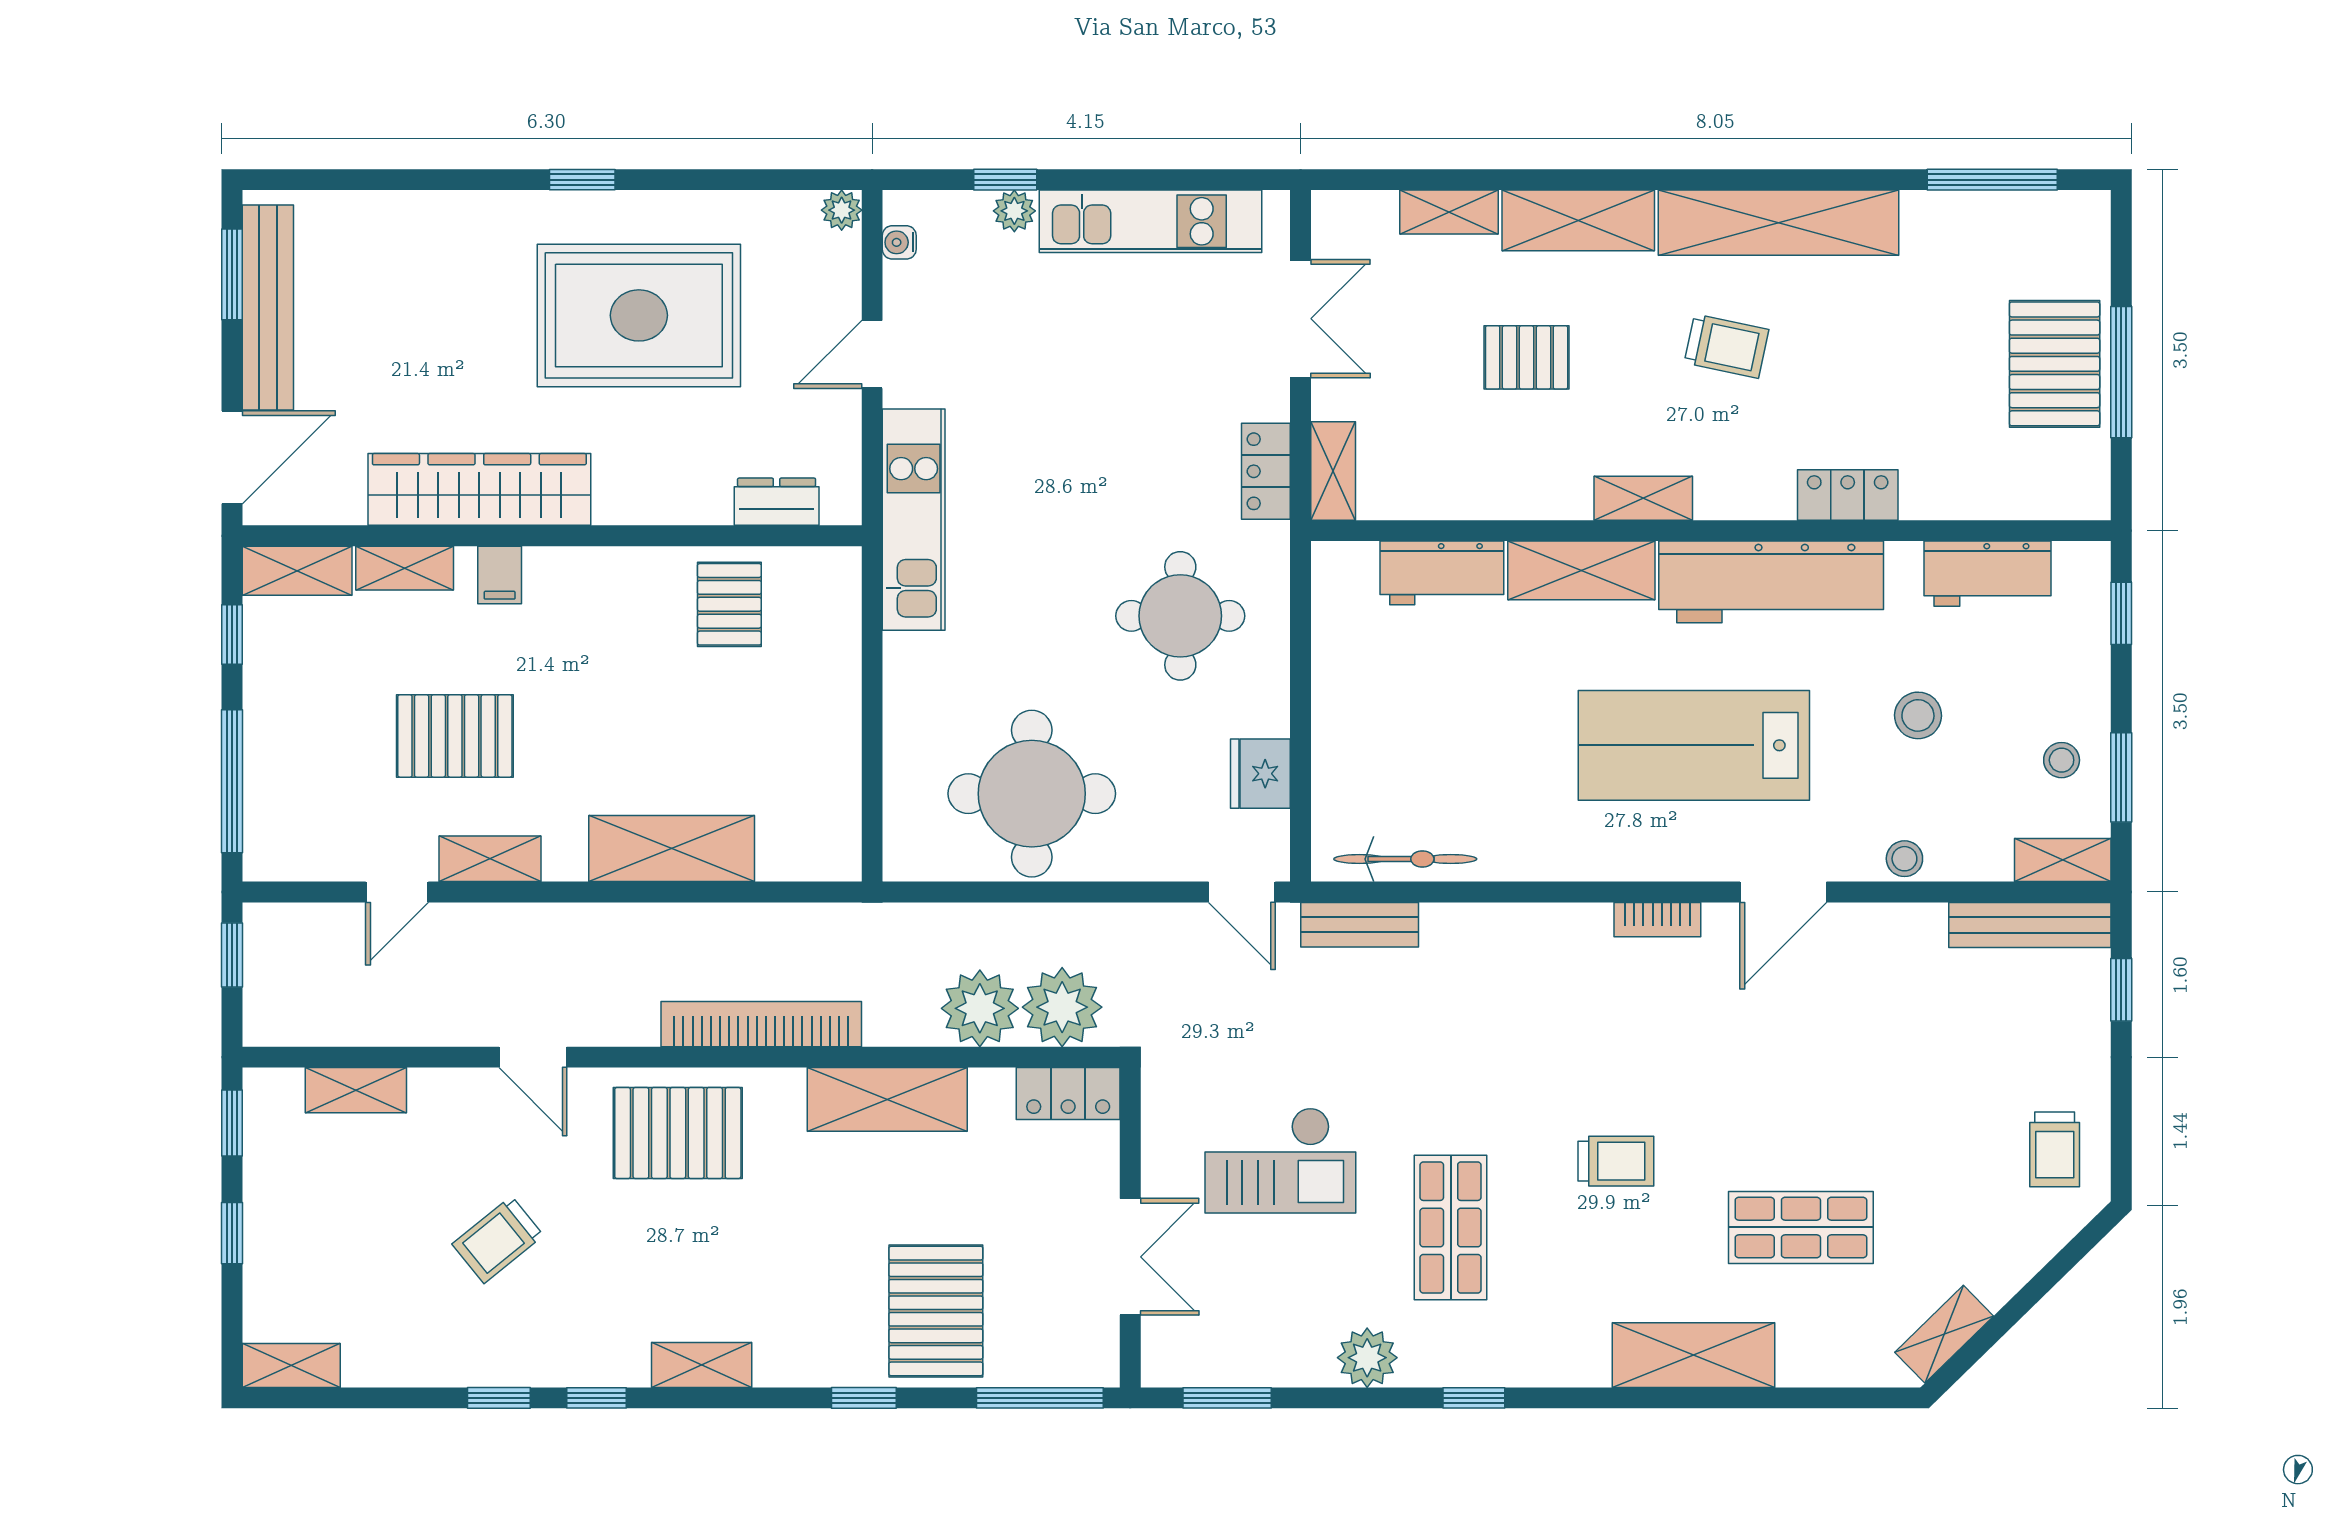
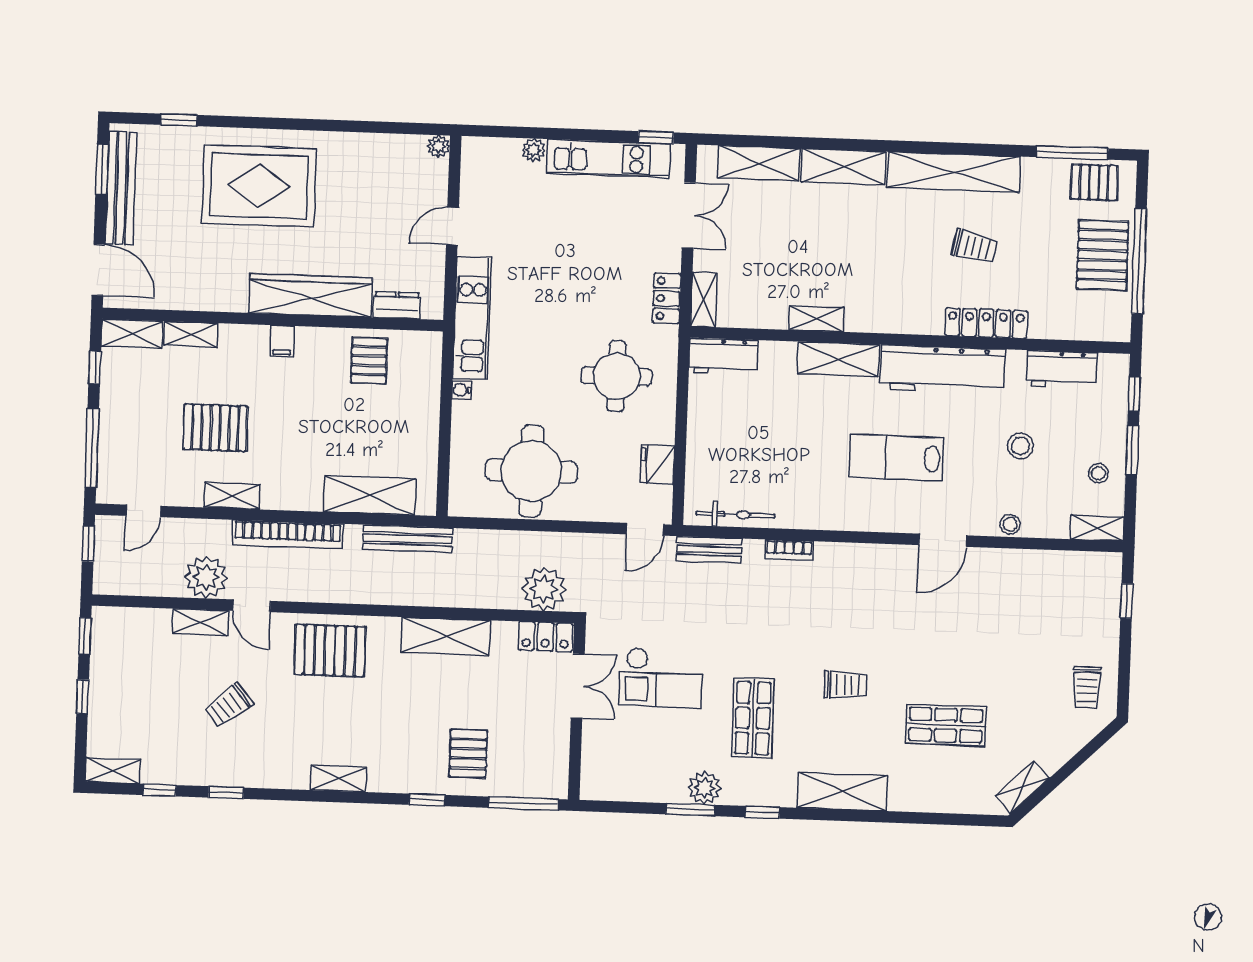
window: (582, 180) -> (179, 120), moved
window: (1005, 180) -> (656, 137), moved
shelving: (1449, 212) -> (759, 163), width x1.50, depth x1.33
water cooler: (899, 242) -> (461, 390), moved
rug: (639, 315) -> (259, 186), moved
trolley: (1727, 346) -> (974, 247), moved
pallet: (1527, 357) -> (1094, 182), moved
window: (2121, 372) -> (1139, 261), width x1.46
door: (232, 457) -> (98, 270), hinge flipped
wardrobe: (479, 489) -> (310, 295), moved
locker: (1848, 495) -> (986, 323), width x1.53
shelving: (1643, 498) -> (817, 319), moved
workbench: (1442, 573) -> (723, 356), moved
filing cabinet: (500, 575) -> (282, 341), moved
lab bench: (1694, 745) -> (897, 458), width x0.73, depth x0.72
window: (2121, 777) -> (1132, 450), moved
shelving: (672, 849) -> (370, 495), moved
door: (397, 892) -> (143, 511), moved
door: (1242, 892) -> (645, 529), hinge flipped
bookcase: (1657, 920) -> (789, 550), moved
bench: (2030, 925) -> (408, 539), moved
plant: (980, 1008) -> (206, 577), moved
bookcase: (761, 1024) -> (288, 534), moved, turned 180
shelving: (356, 1090) -> (200, 622), moved
double door: (1130, 1257) -> (578, 686), moved
pallet: (936, 1311) -> (468, 754), width x0.67, depth x0.71
shelving: (1694, 1355) -> (842, 792), moved
window: (596, 1398) -> (160, 790), moved
window: (1227, 1398) -> (690, 810), moved

